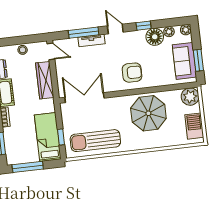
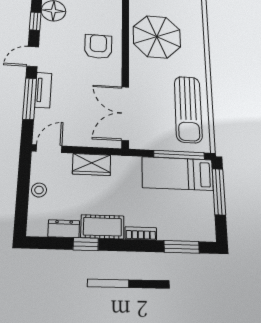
wardrobe: (45, 80) -> (92, 164), width x0.67
window: (61, 137) -> (179, 155), width x2.17
window: (28, 167) -> (219, 192), moved

